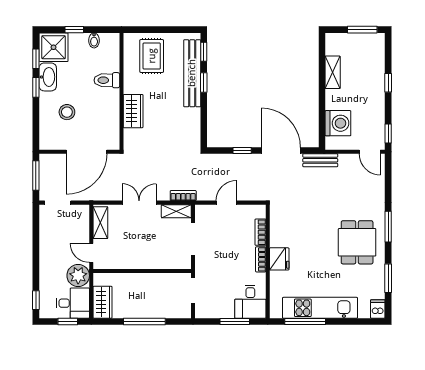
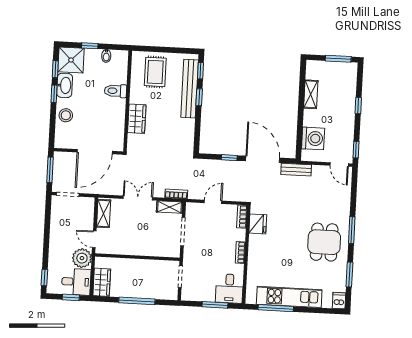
stool: (67, 112) -> (66, 115), moved
bookcase: (260, 232) -> (242, 217), moved
fridge: (279, 259) -> (258, 224), moved

